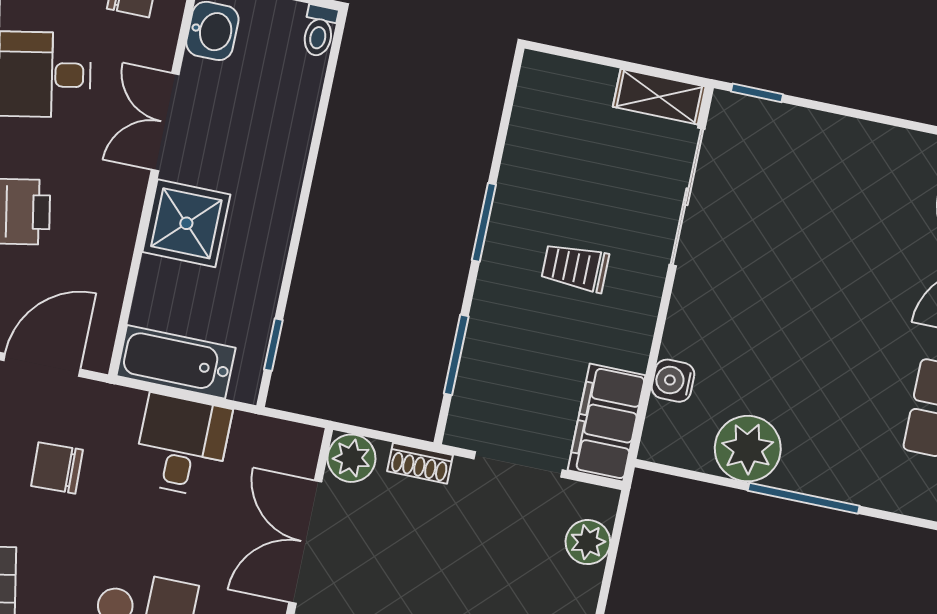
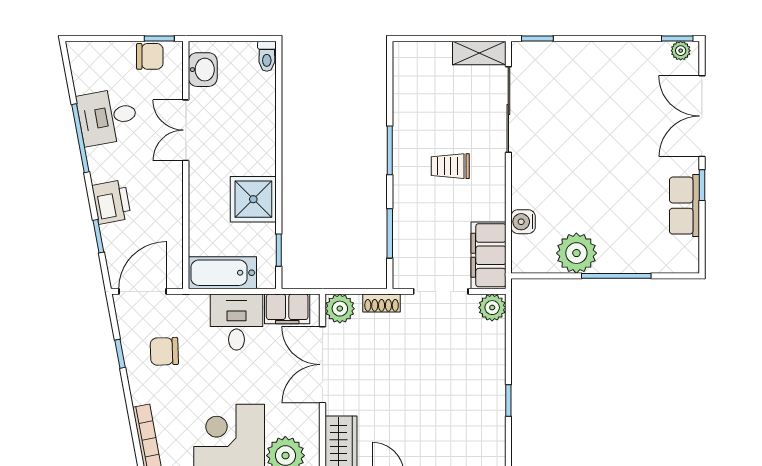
shower: (186, 223) -> (253, 199), moved
filing cabinet: (267, 441) -> (287, 309), added
plant: (588, 542) -> (492, 308), moved

